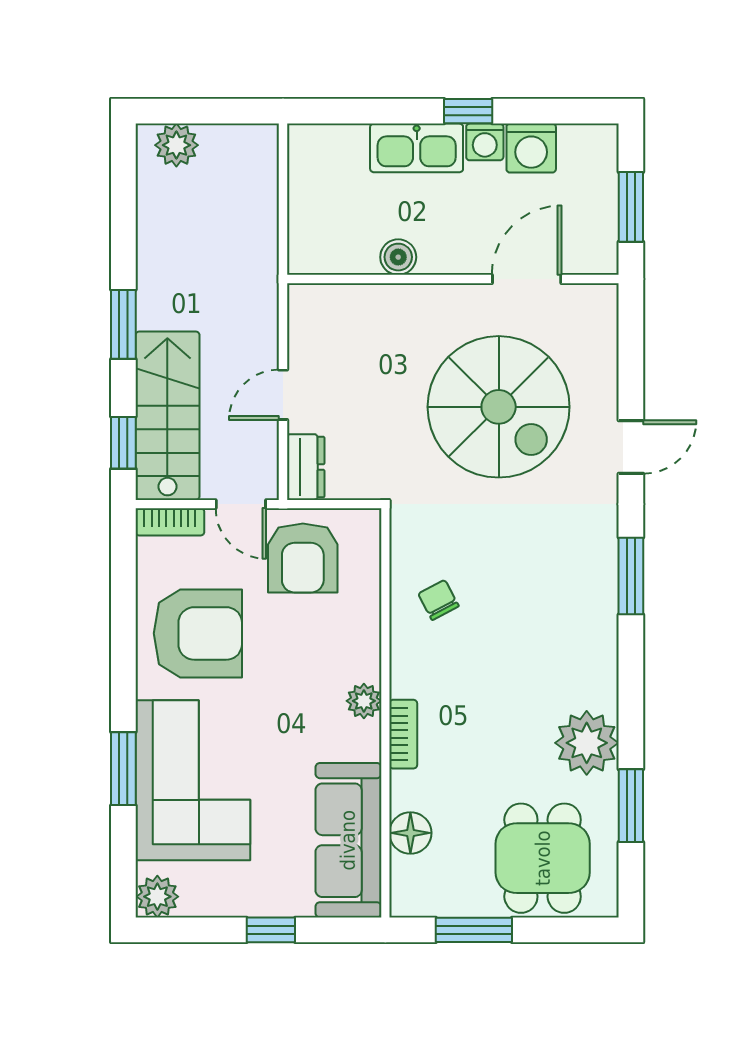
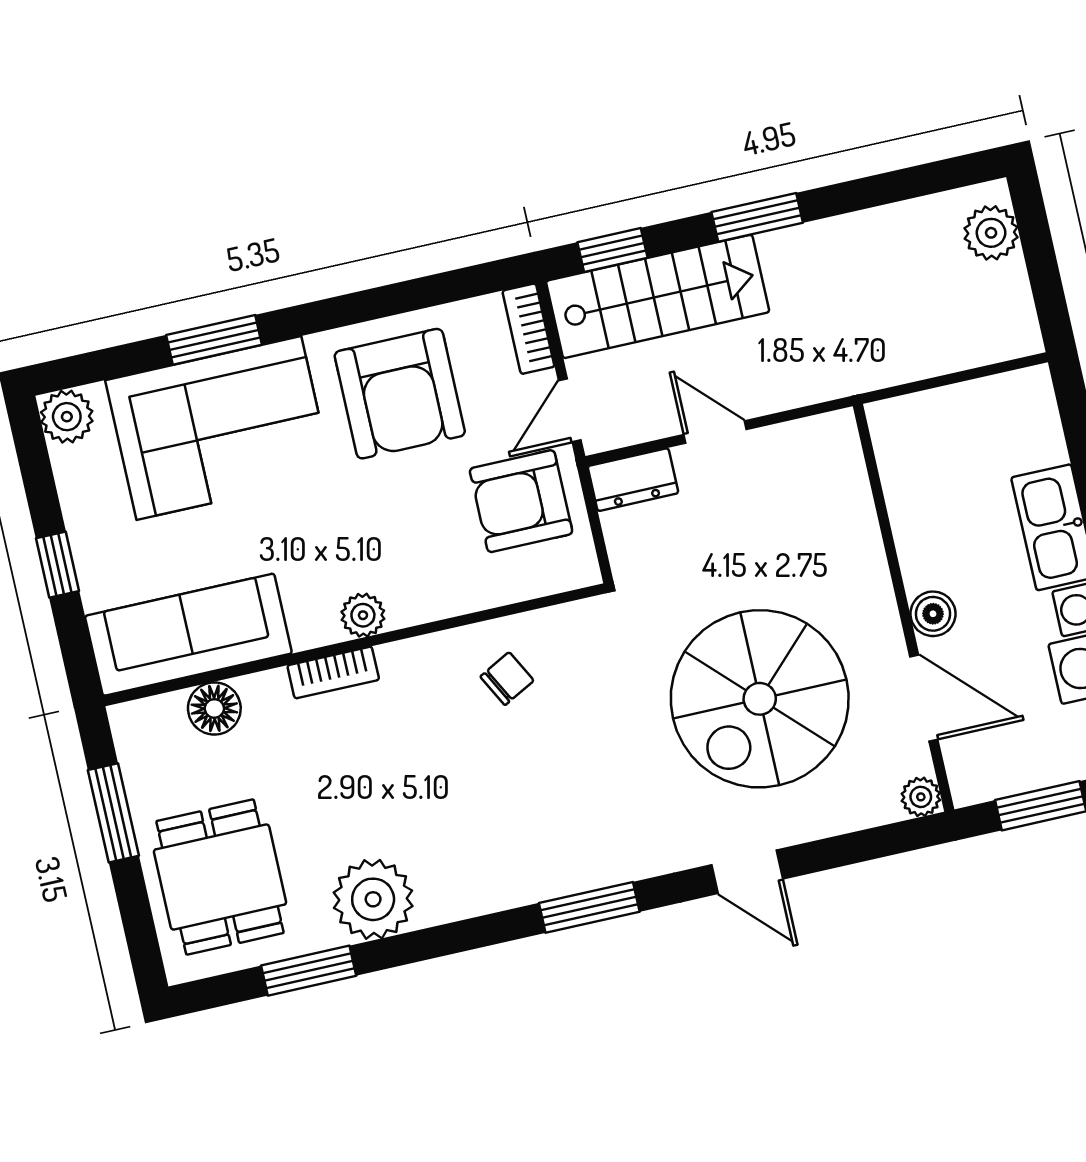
boiler: (398, 257) -> (933, 614), moved
plant: (603, 299) -> (921, 797), added
dining table: (543, 858) -> (220, 877), turned 90

